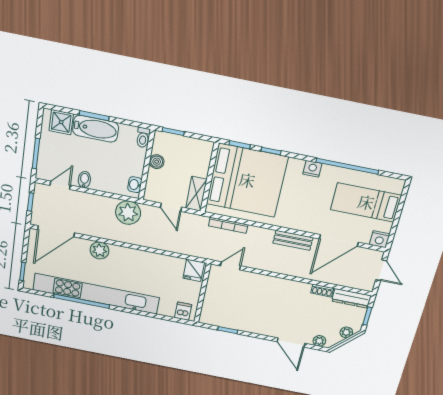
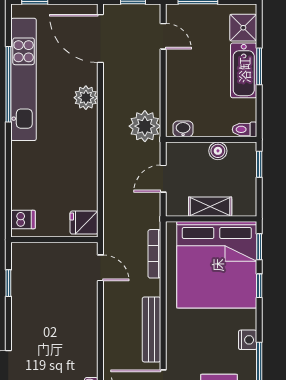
bidet: (84, 180) -> (177, 65), removed
shelving: (196, 194) -> (210, 207), moved
bench: (293, 240) -> (151, 329), width x1.36
kitchen unit: (96, 294) -> (24, 79), width x0.73

